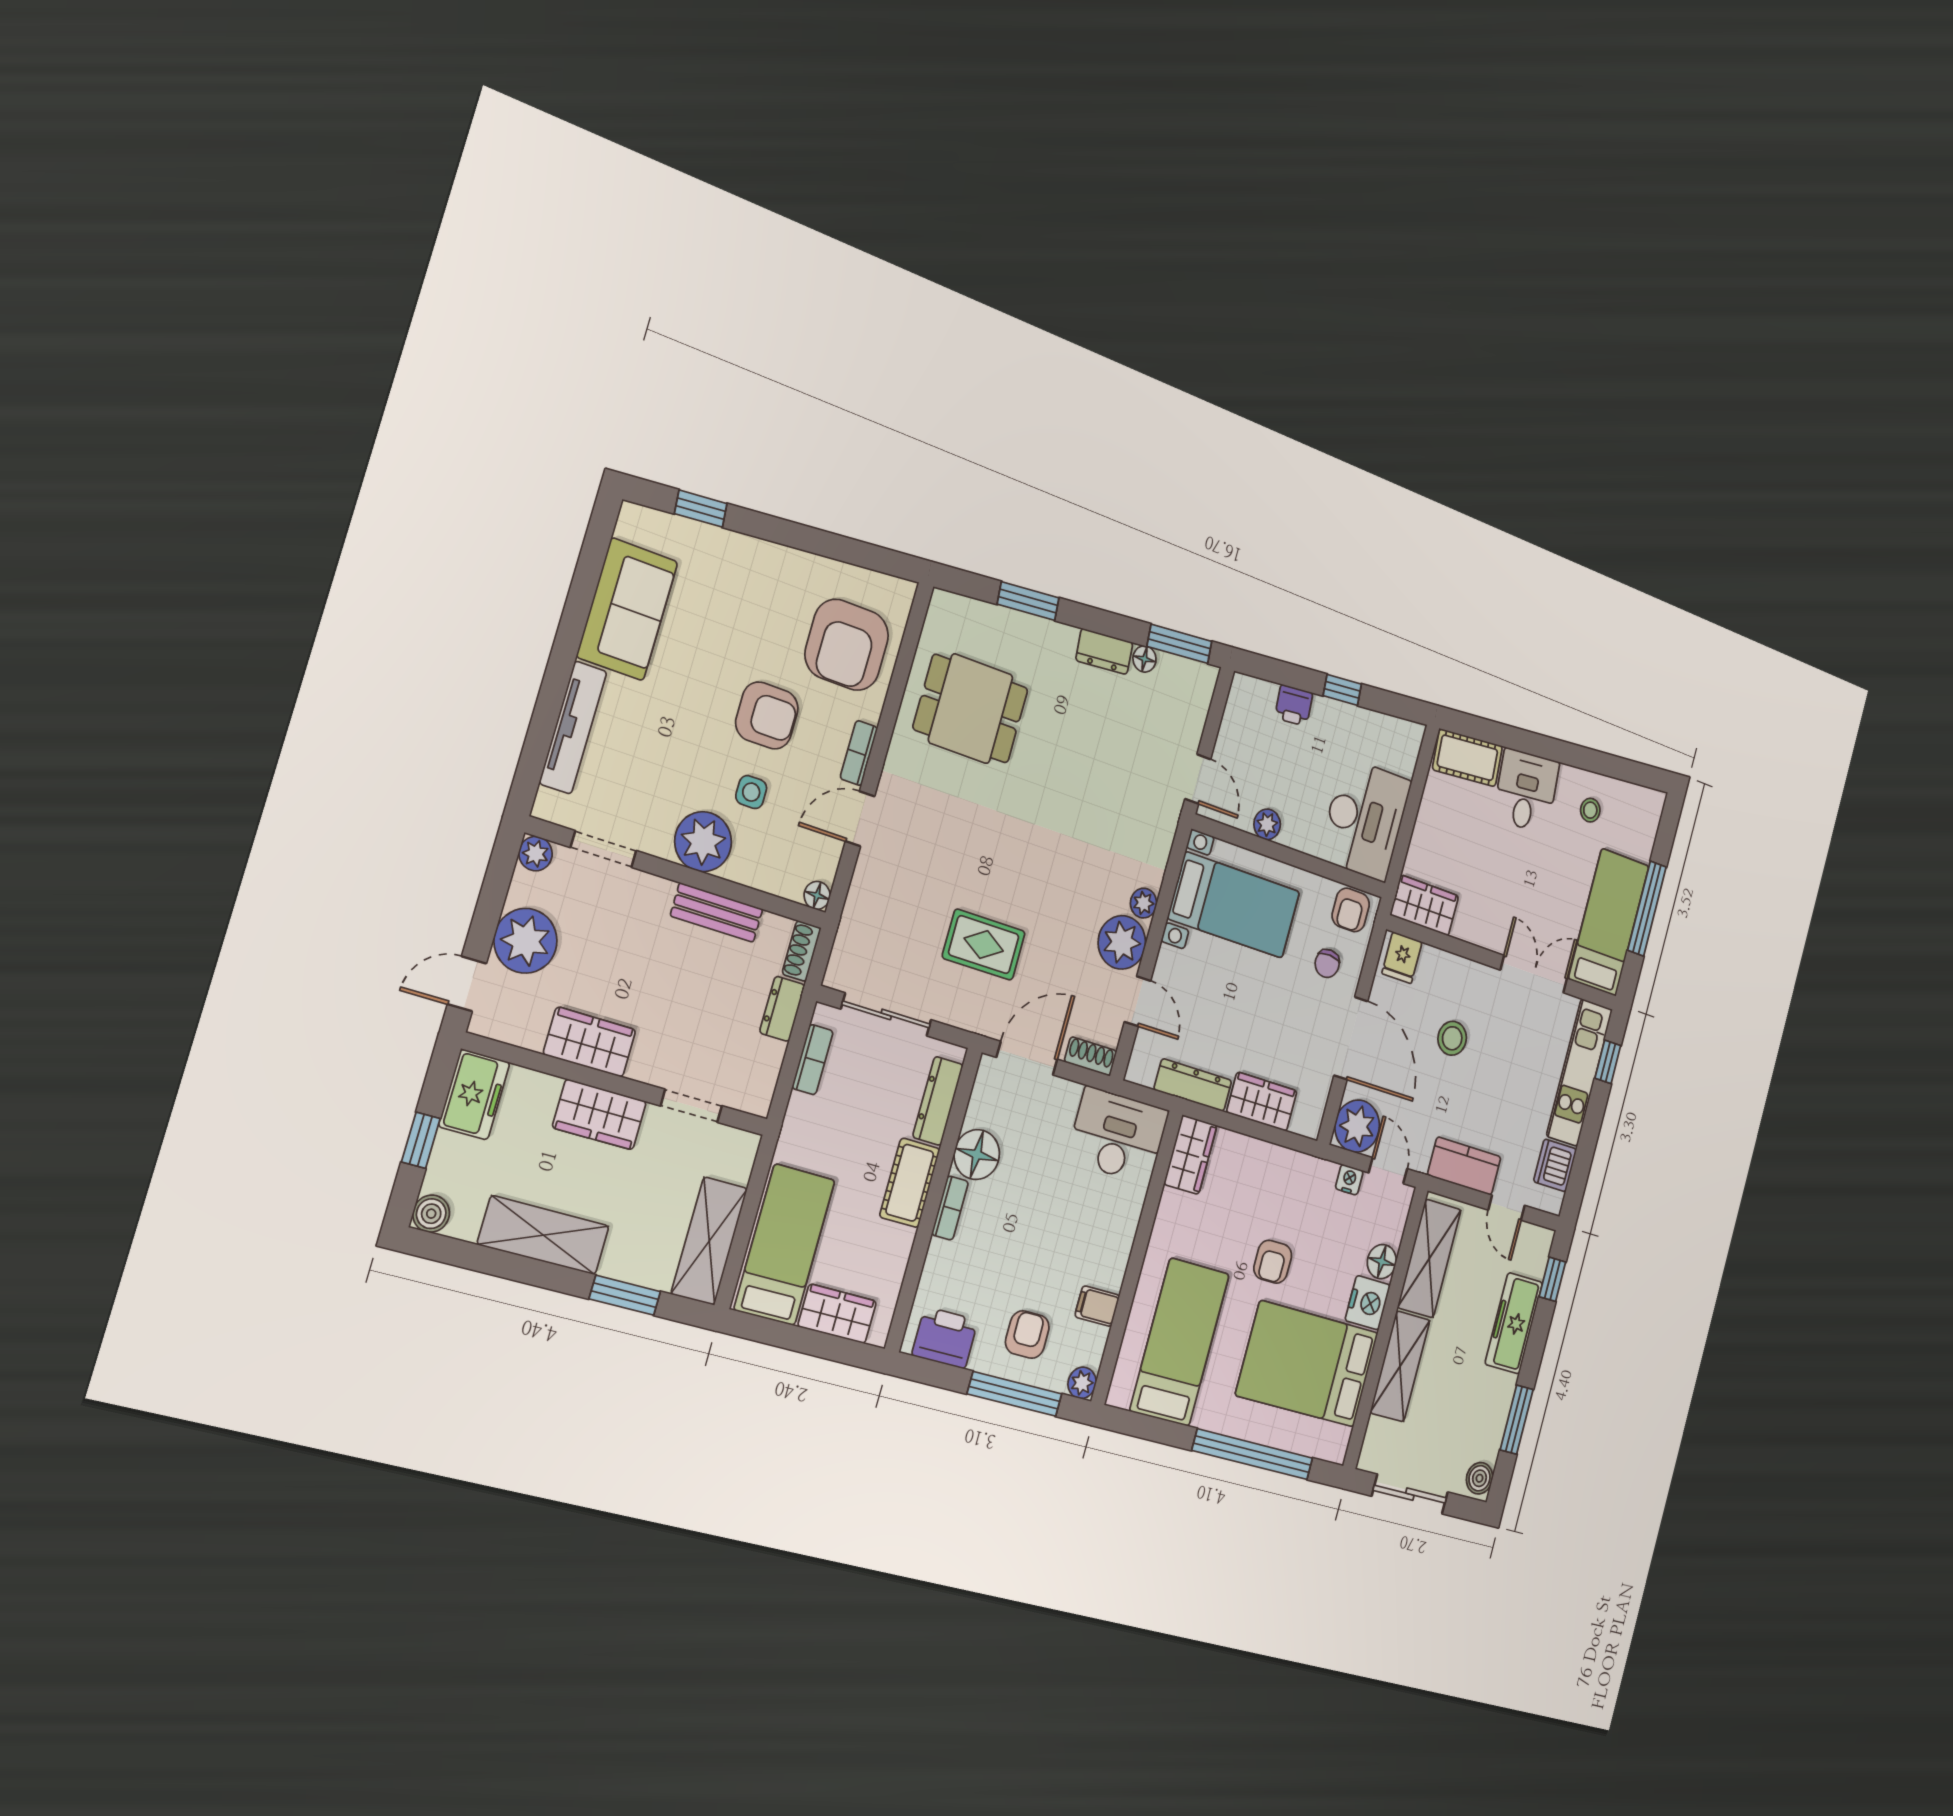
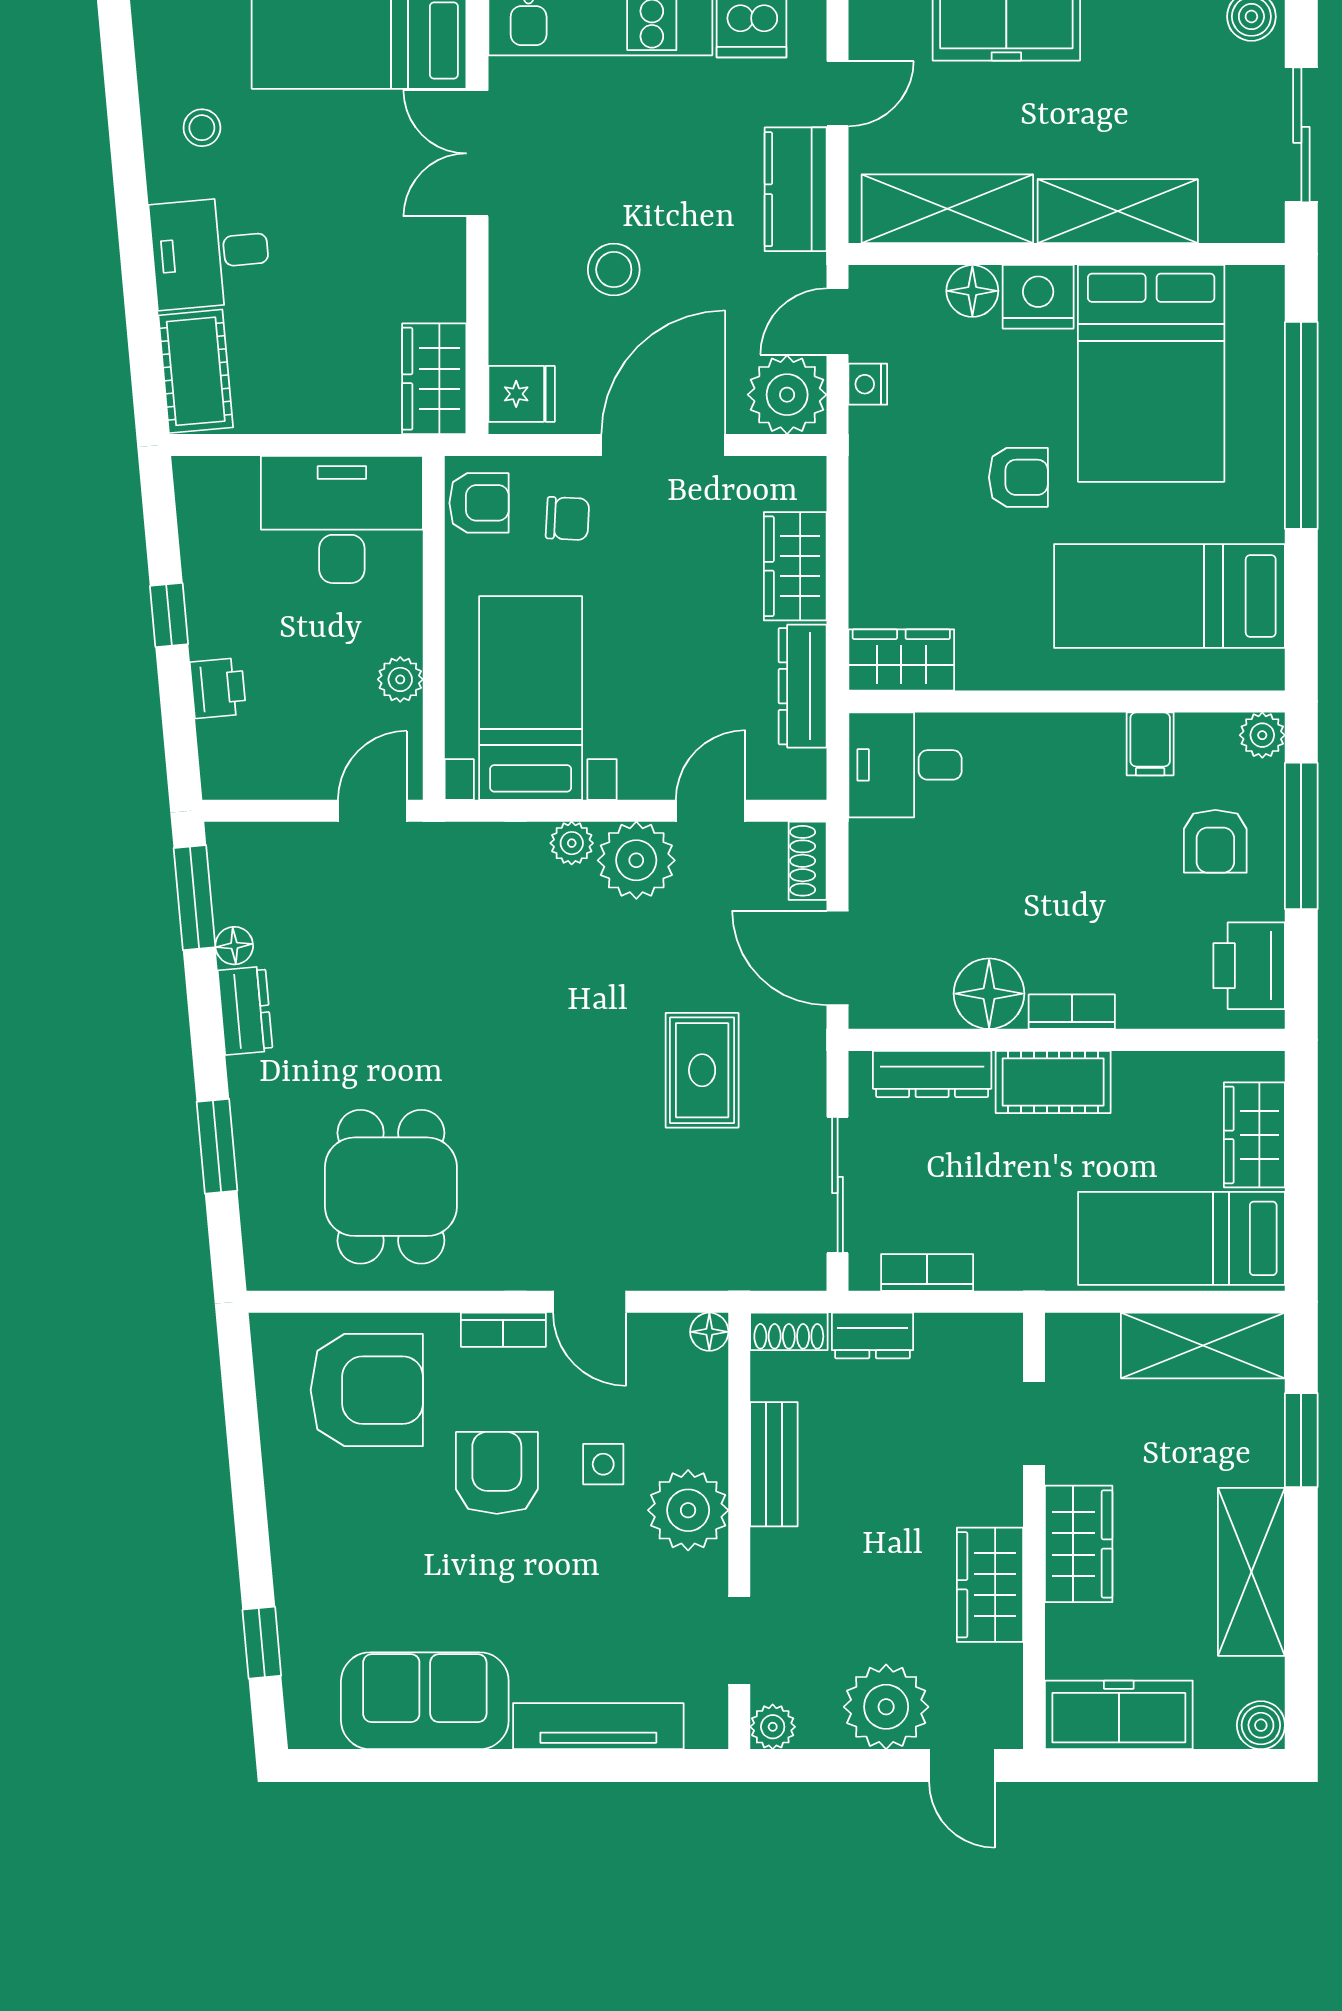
freezer: (474, 1094) -> (1119, 1715), width x1.40
desk: (1118, 1135) -> (905, 765), width x0.73
window: (421, 1140) -> (1173, 1766), removed
armchair: (1027, 1335) -> (1215, 841), turned -90

